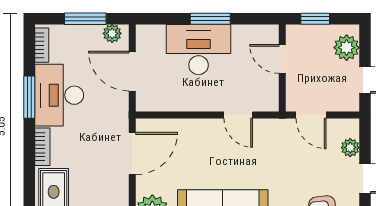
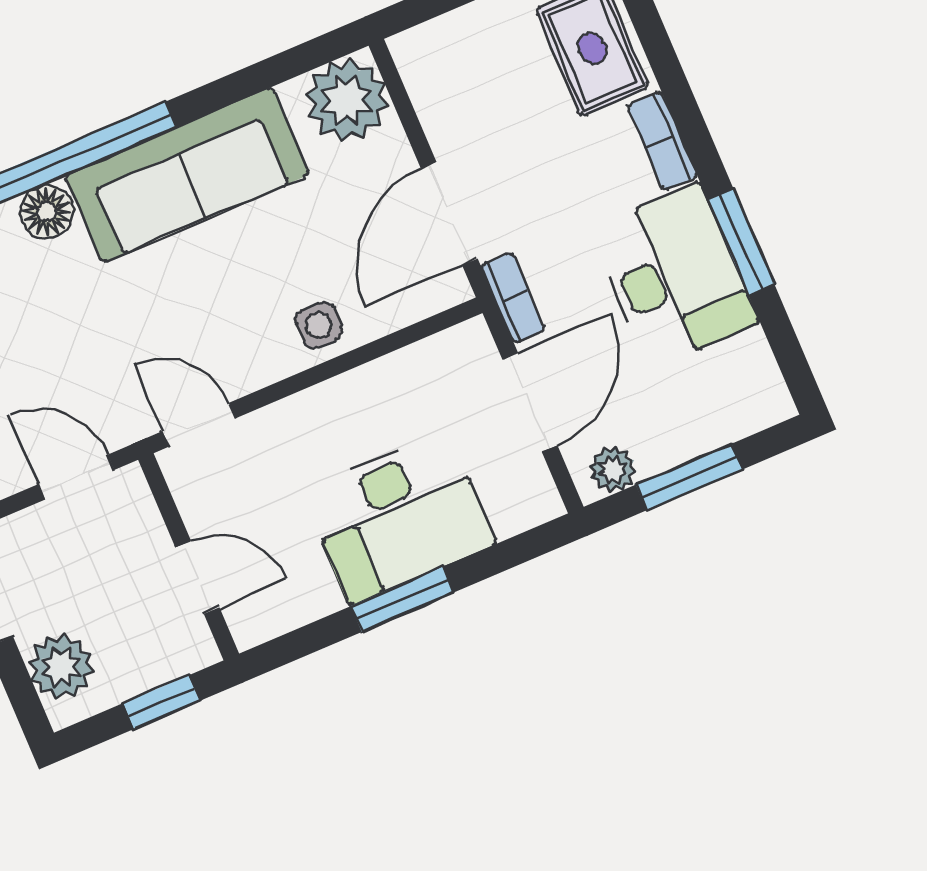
bookcase: (42, 45) -> (513, 297), moved, turned 180
door: (132, 71) -> (530, 403), hinge flipped
door: (238, 115) -> (199, 425), moved
side table: (198, 133) -> (319, 325), added

